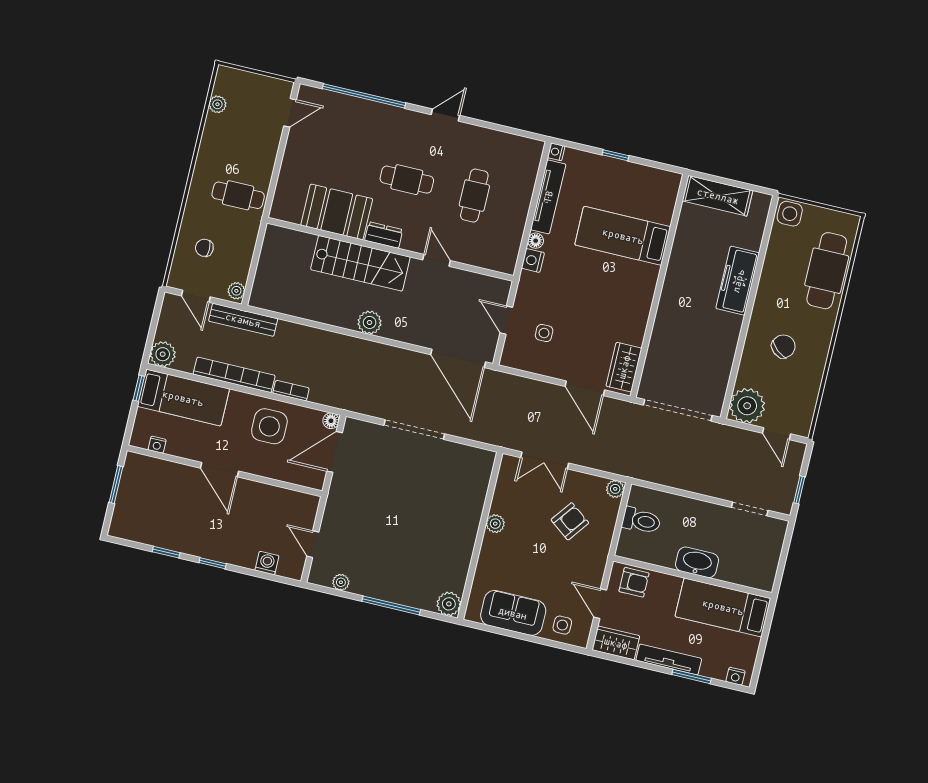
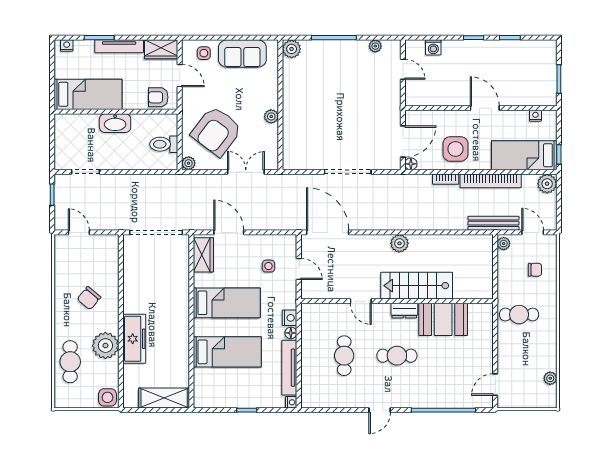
cafe table: (827, 271) -> (70, 362), width x0.73, depth x0.74
bed: (609, 299) -> (227, 303), added
plant: (747, 406) -> (105, 346), moved
armchair: (570, 521) -> (216, 131), width x1.88, depth x1.88

